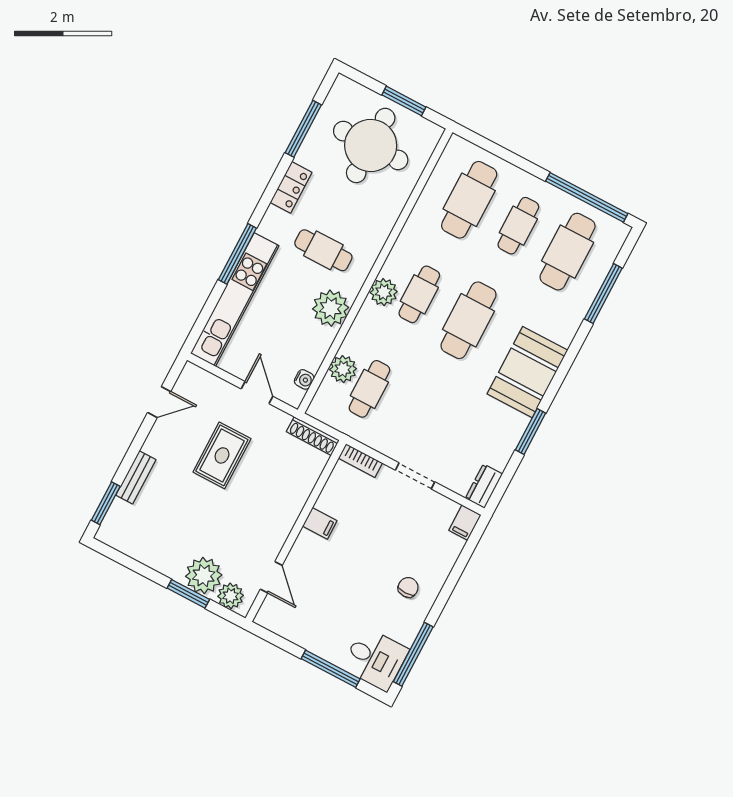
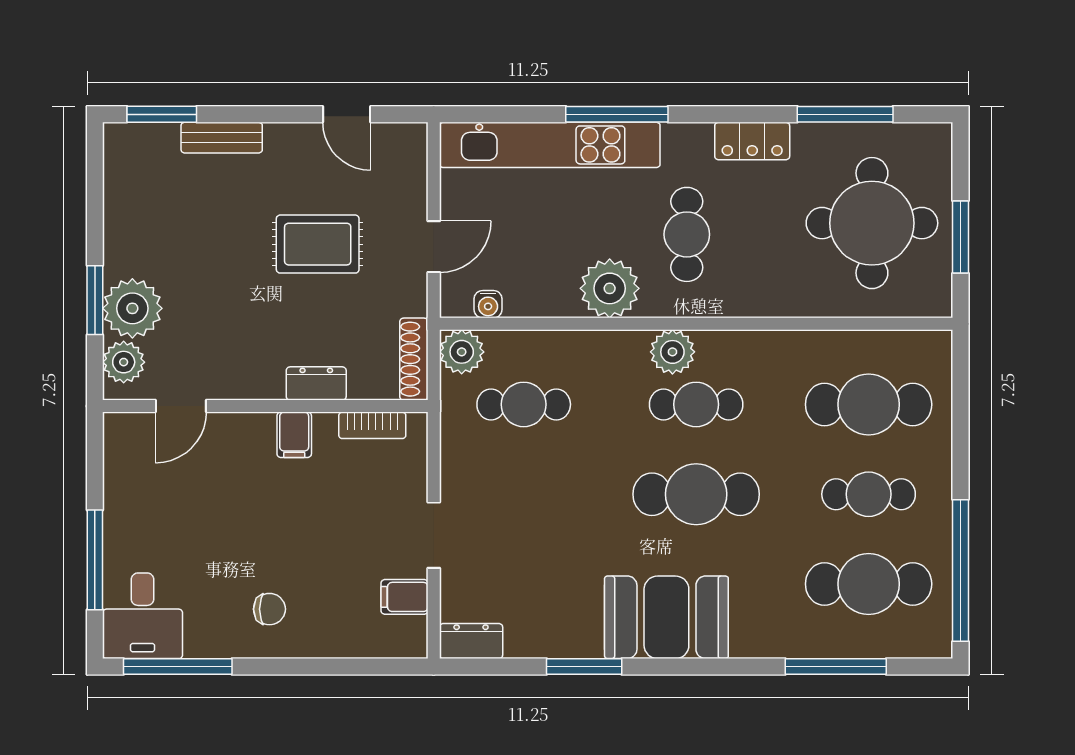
plant: (343, 369) -> (462, 352), moved
bookcase: (360, 461) -> (372, 425), moved, turned -90
dresser: (298, 497) -> (316, 383), added
filing cabinet: (465, 523) -> (405, 597), moved

